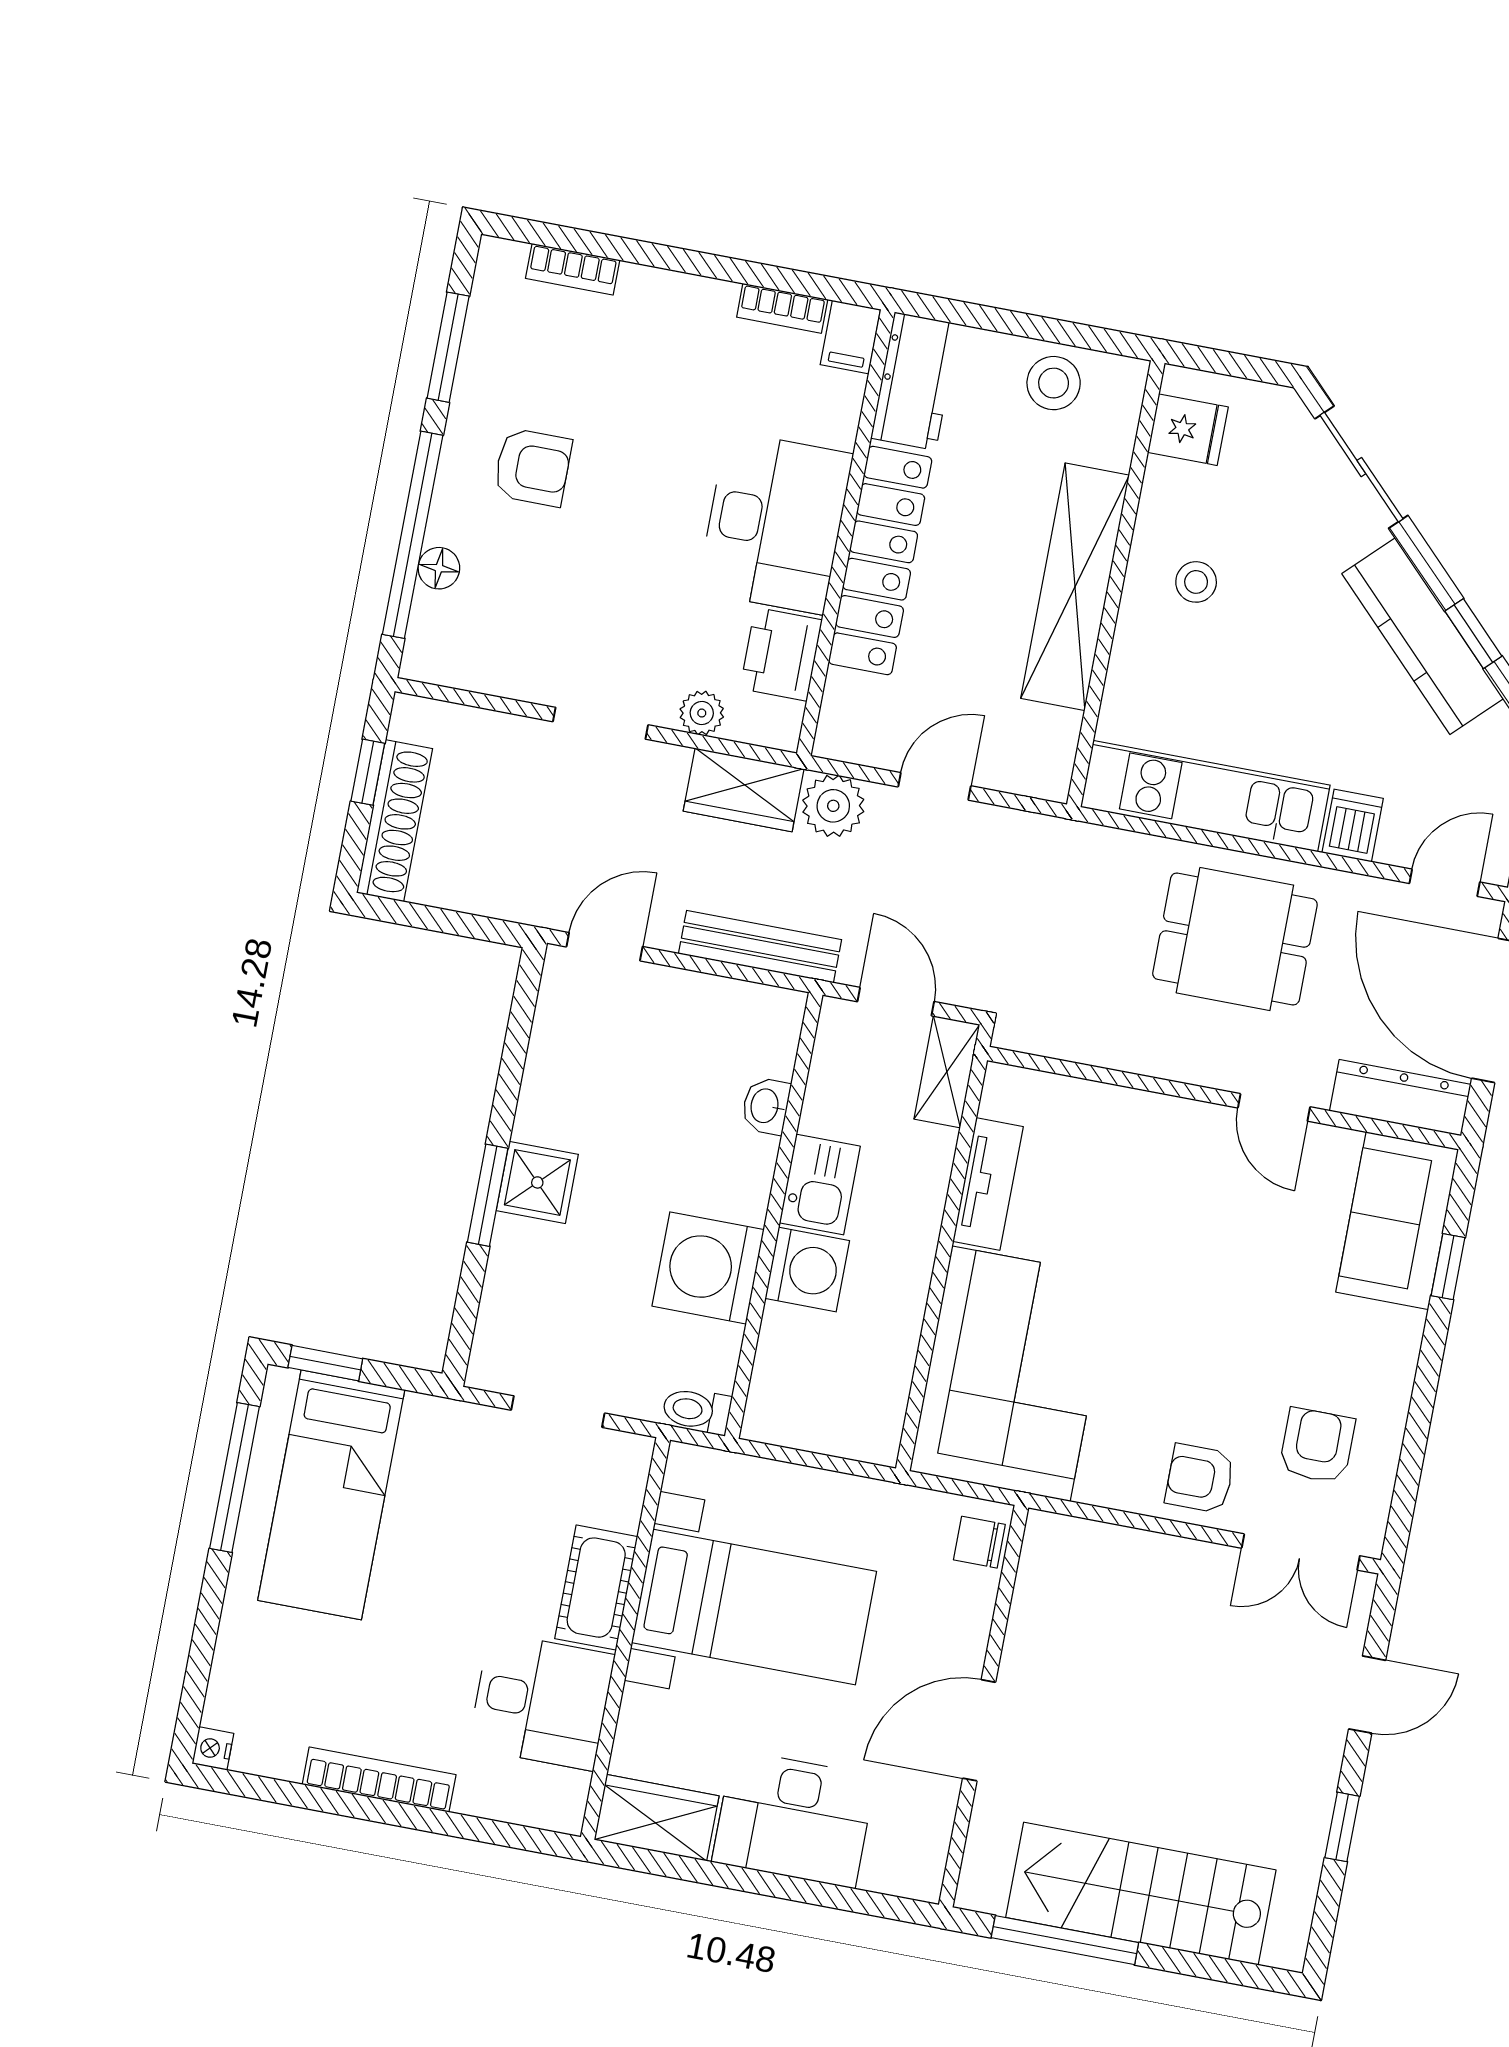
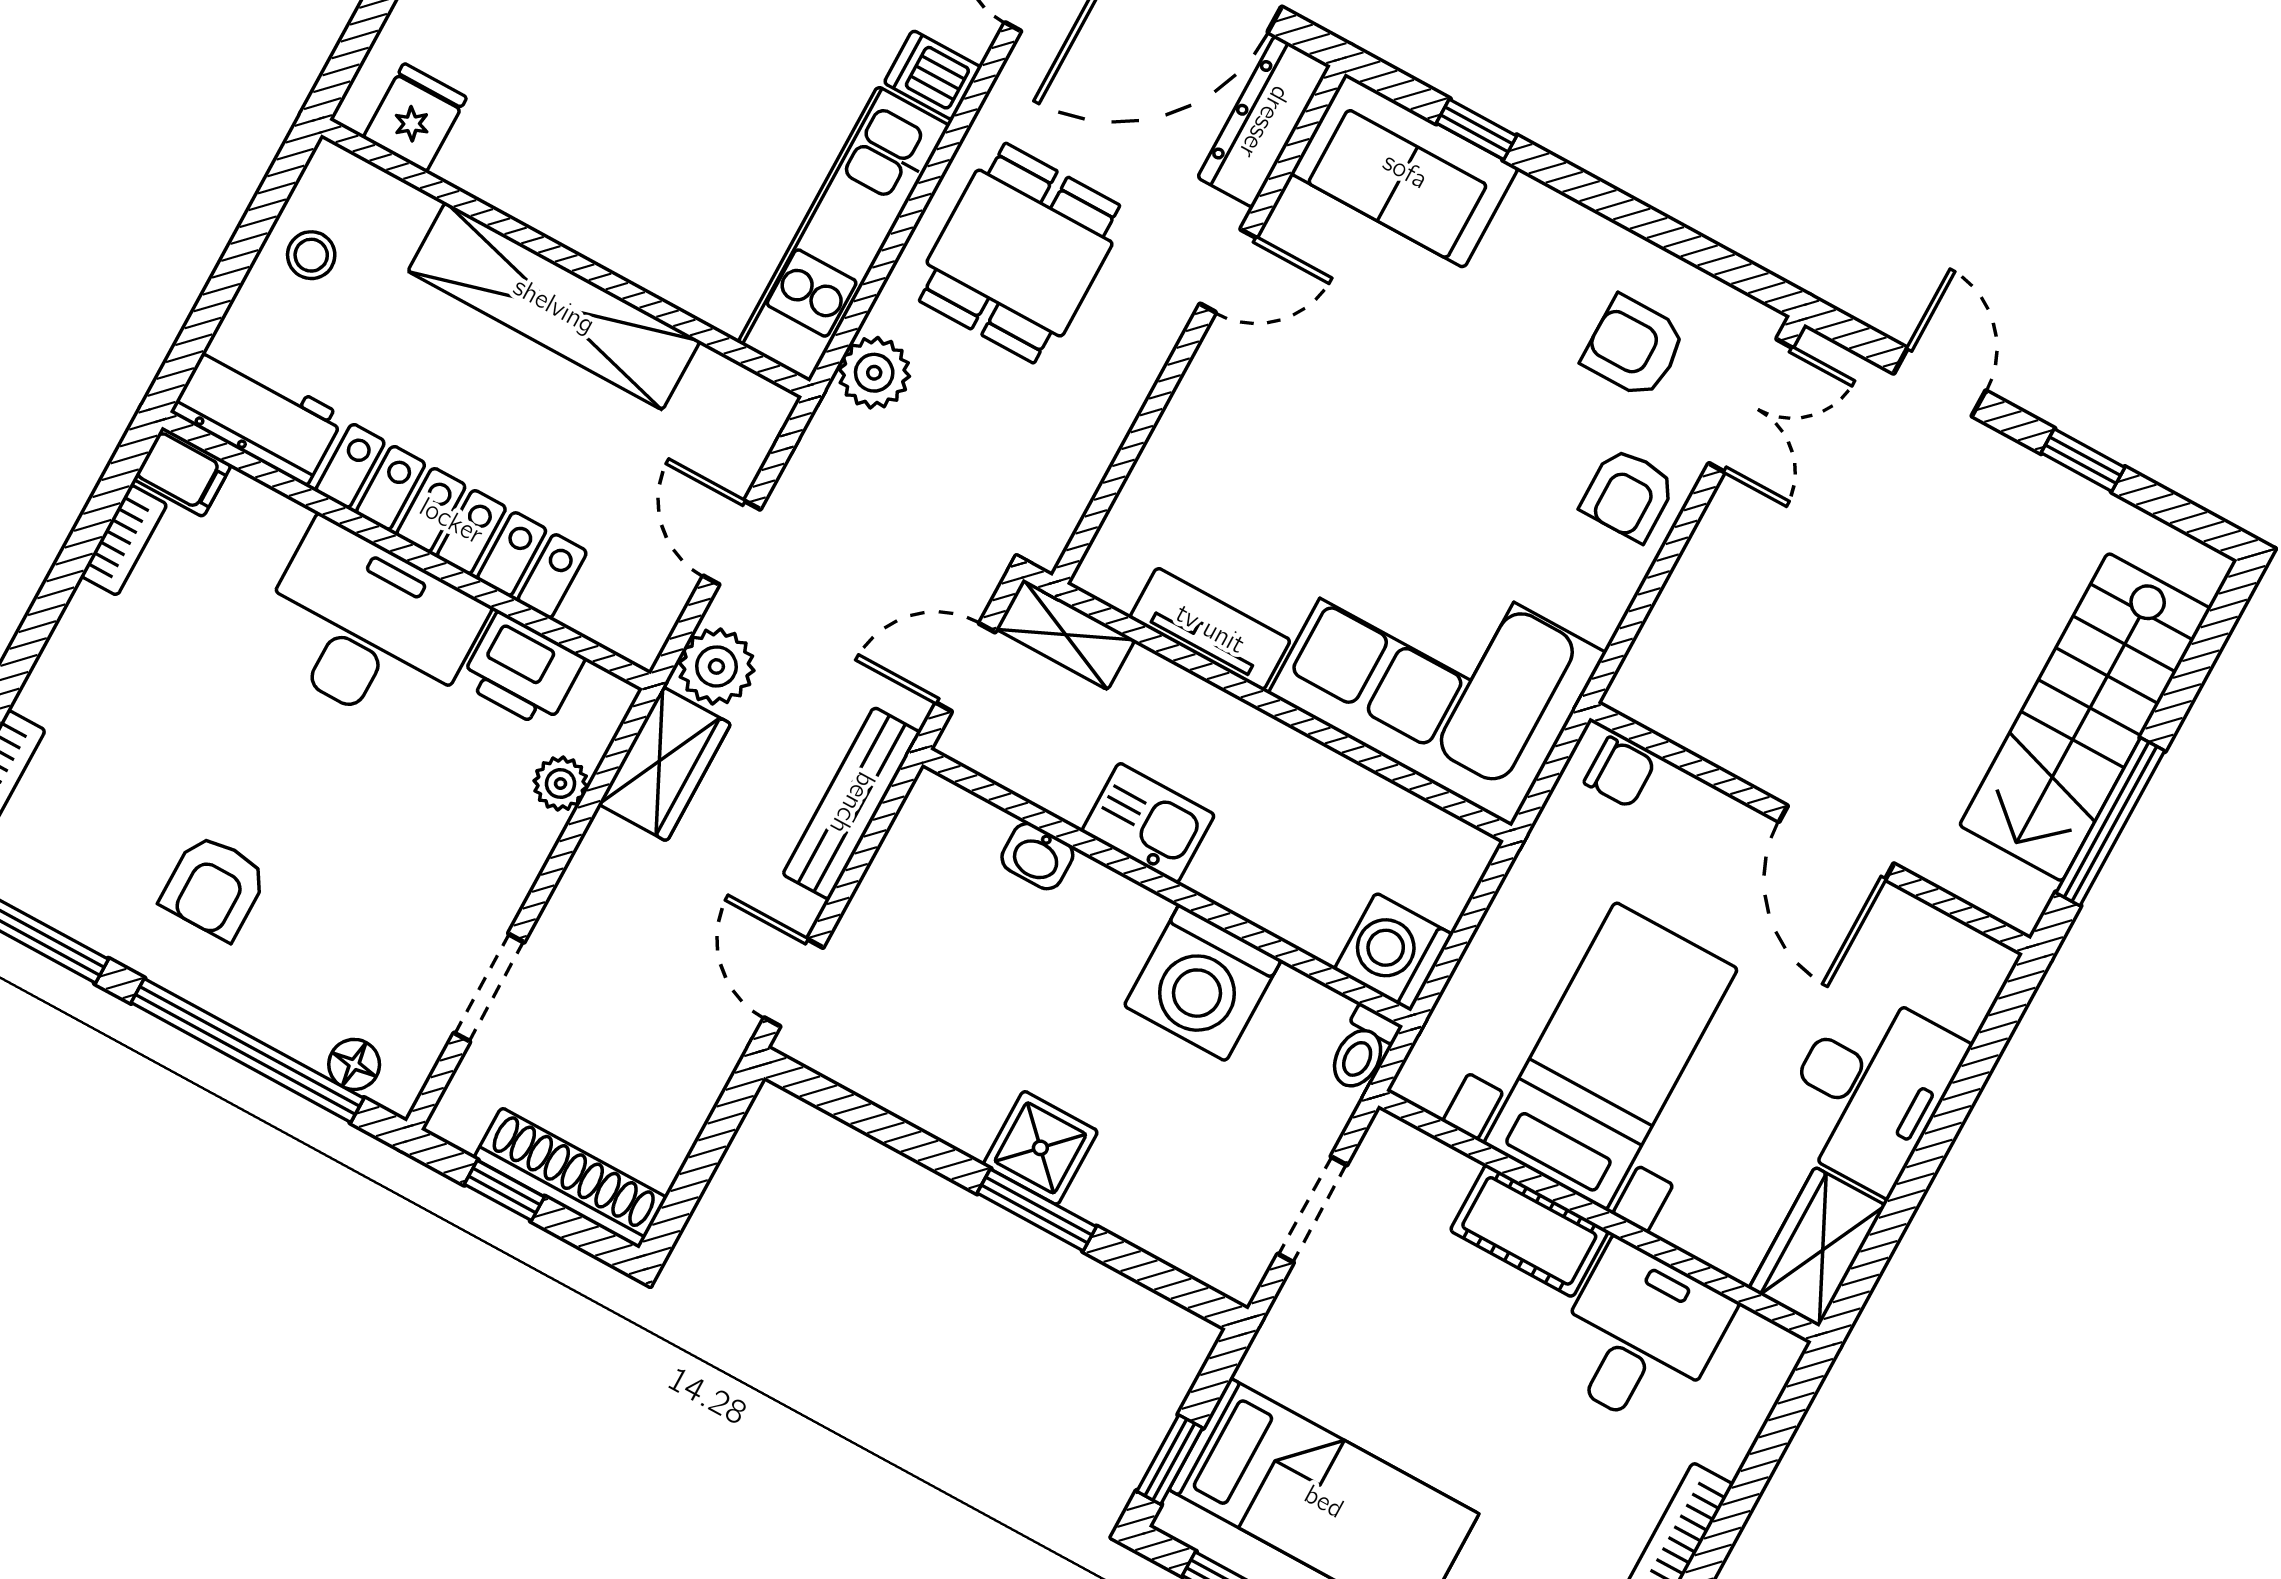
stool: (1054, 383) -> (311, 255), width x0.73, depth x0.73
armchair: (533, 467) -> (214, 887), turned 180
floor lamp: (439, 568) -> (354, 1064), moved
stool: (1196, 582) -> (594, 165), removed
doorway: (600, 723) -> (489, 988), moved
plant: (1104, 855) -> (874, 373), added
washing machine: (807, 1270) -> (1393, 952), moved, turned -90
chair: (979, 1542) -> (1620, 772), turned -90

